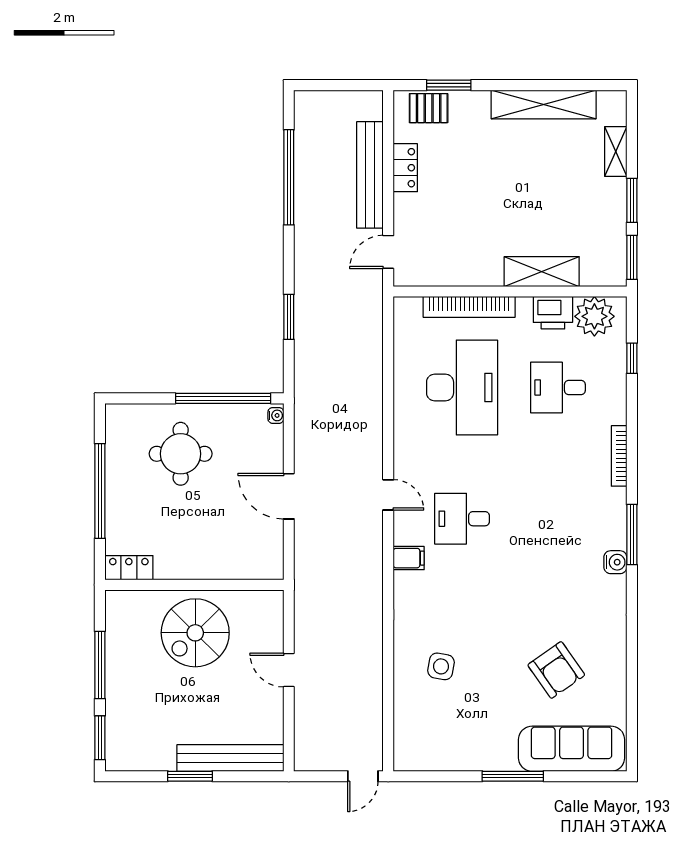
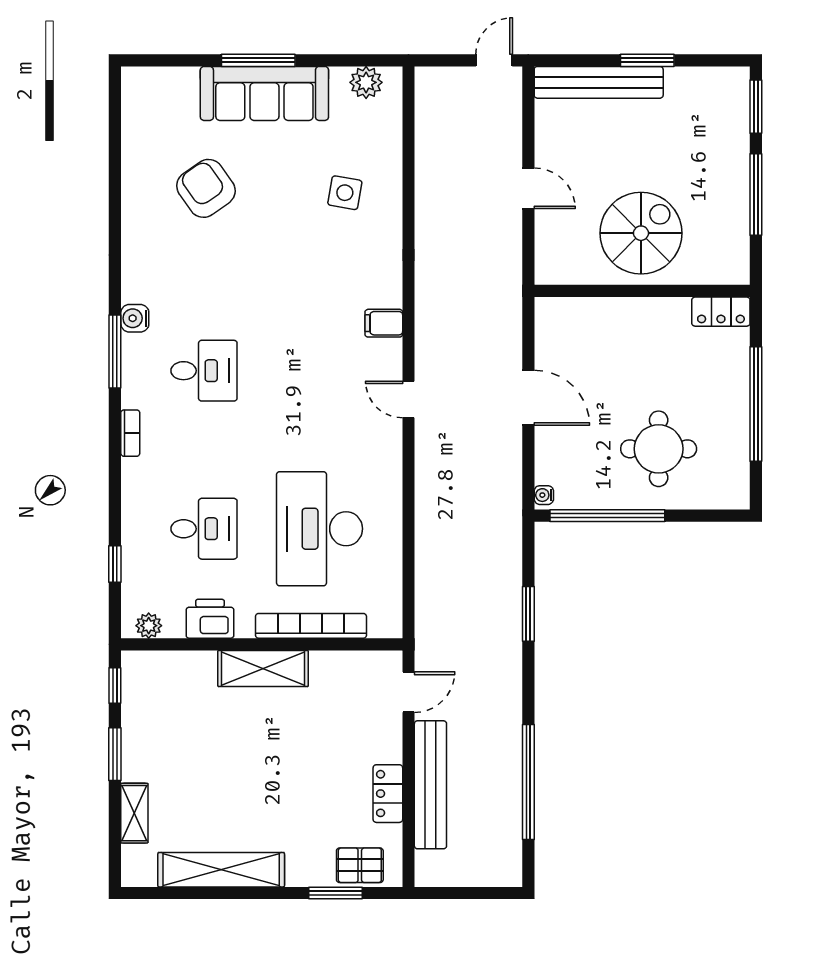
window: (632, 257) -> (115, 685), width x0.67
shelving: (542, 272) -> (263, 668), moved
plant: (594, 316) -> (149, 626), width x0.53, depth x0.53
bookcase: (619, 456) -> (130, 433), width x0.64
desk: (462, 519) -> (204, 371), moved
sofa: (572, 749) -> (264, 93), moved
plant: (423, 758) -> (366, 82), added
door: (363, 776) -> (494, 60), moved

